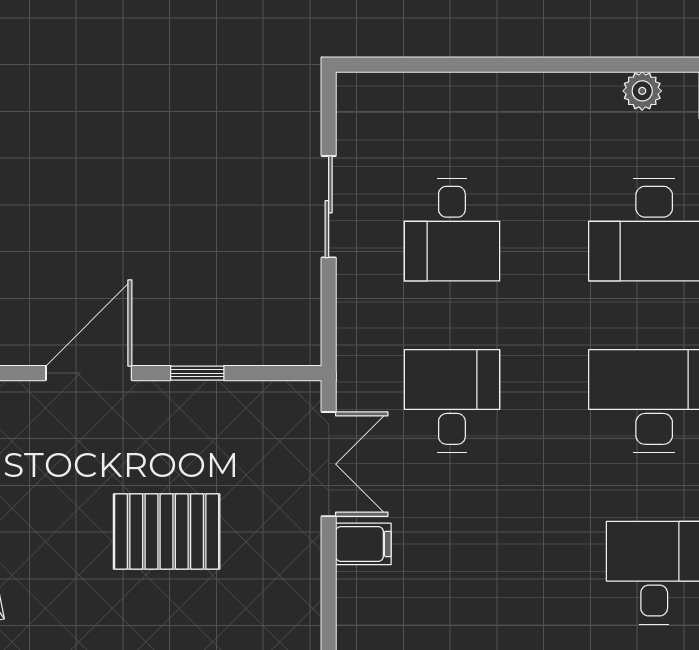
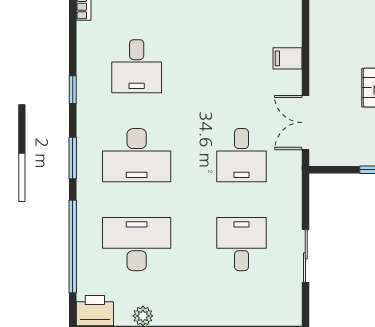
filing cabinet: (363, 544) -> (287, 58), moved

